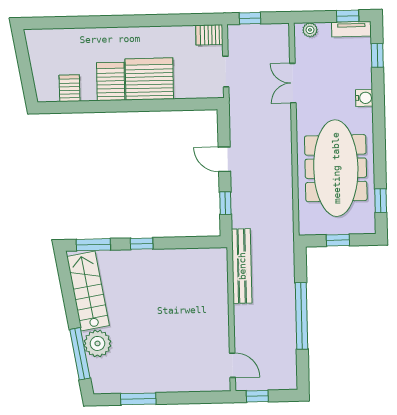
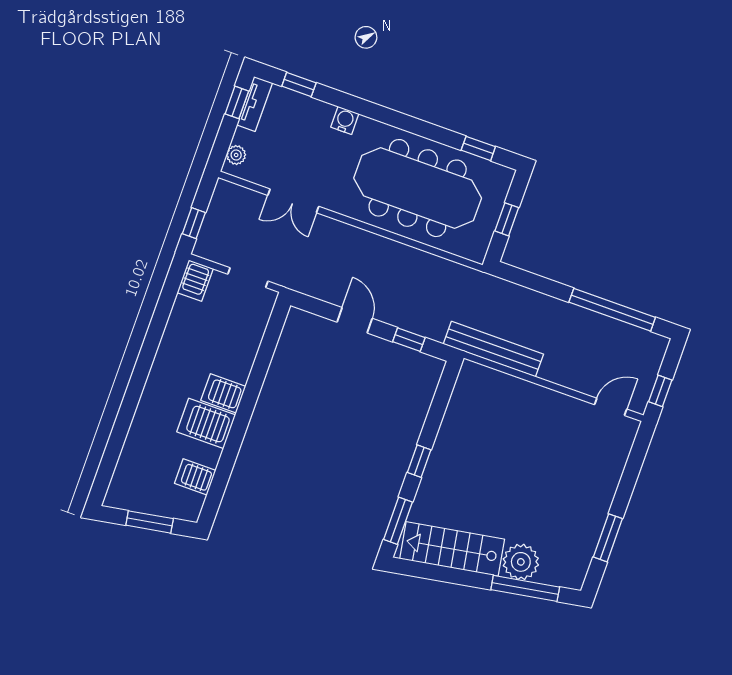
window: (25, 68) -> (150, 522), added
server rack: (149, 79) -> (223, 393), width x0.46, depth x0.70
door: (224, 159) -> (355, 320), swing flipped
window: (301, 316) -> (612, 310), moved

